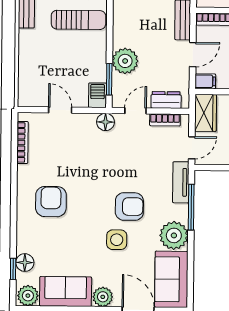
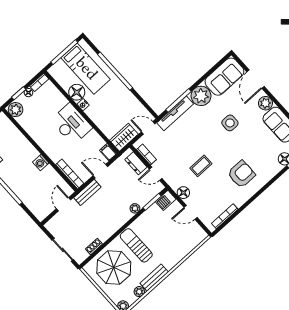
plant: (125, 61) -> (135, 208), width x0.53, depth x0.53
door: (60, 110) -> (191, 212), hinge flipped
floor lamp: (106, 122) -> (183, 193), moved
coffee table: (99, 167) -> (201, 166), added
tv unit: (181, 182) -> (175, 113), width x1.41
armchair: (51, 202) -> (241, 174), turned 180
armchair: (129, 207) -> (207, 132), removed

